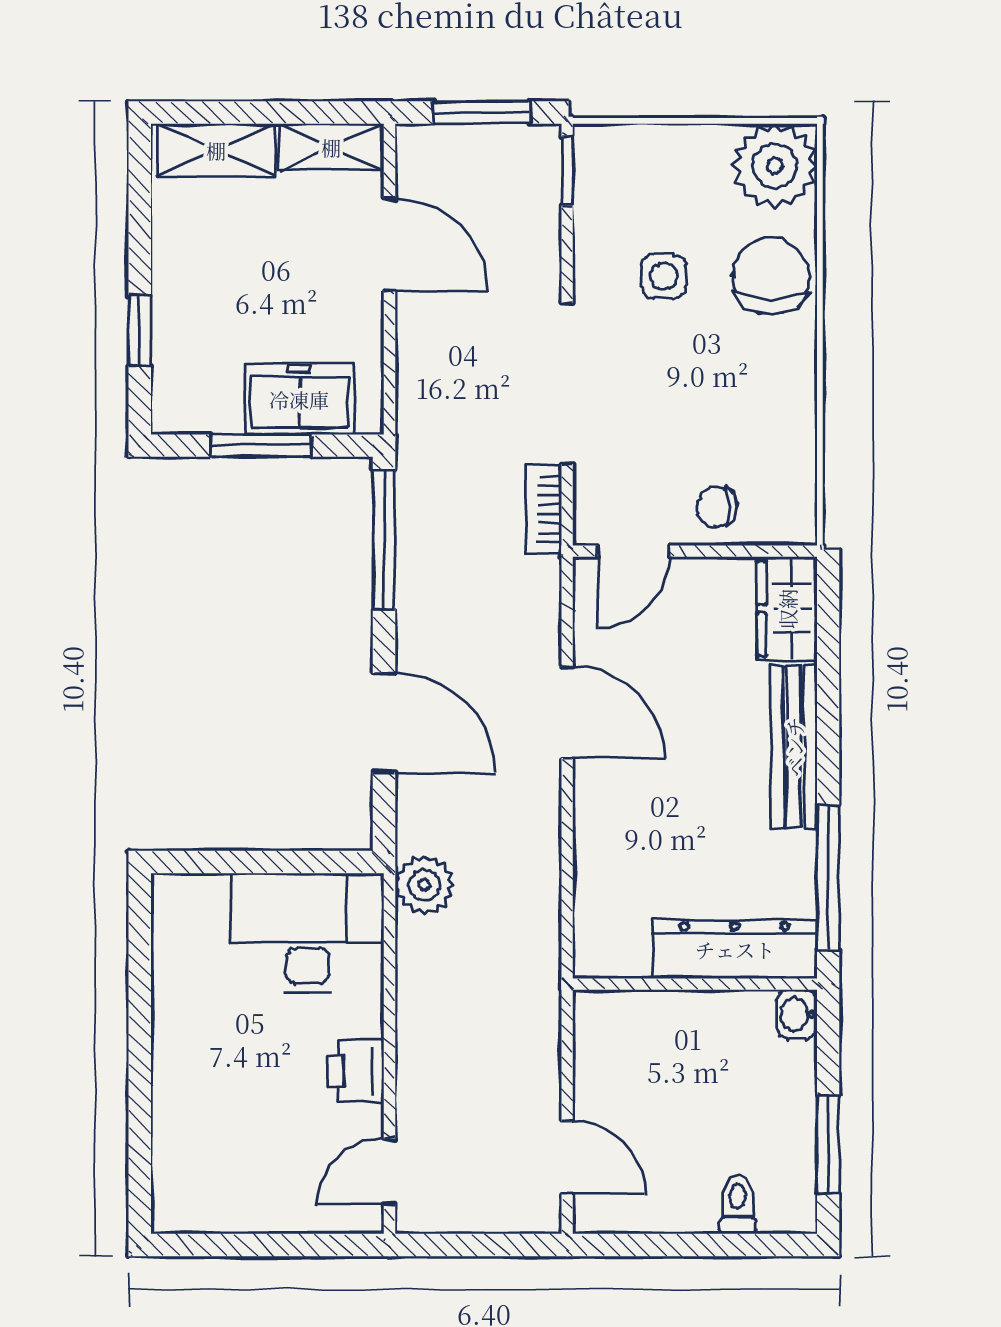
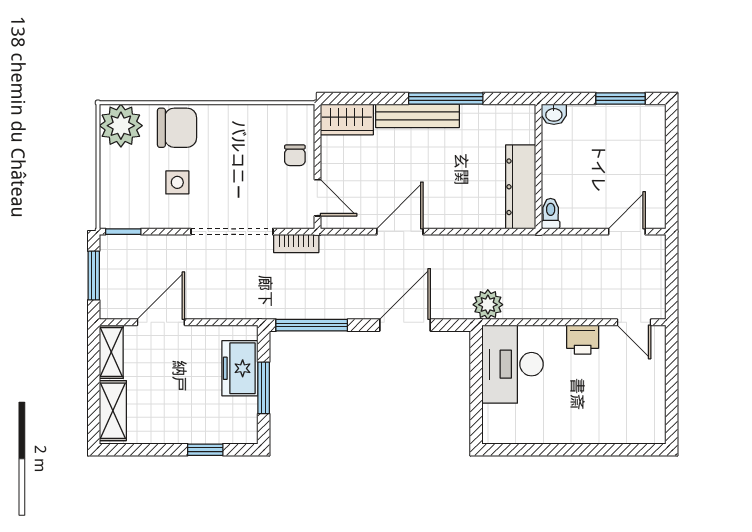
chair: (771, 276) -> (177, 128), turned 180
window: (828, 877) -> (446, 98), moved
dresser: (735, 949) -> (521, 187), moved
toilet: (738, 1204) -> (551, 214), moved, turned 90

